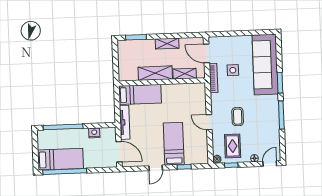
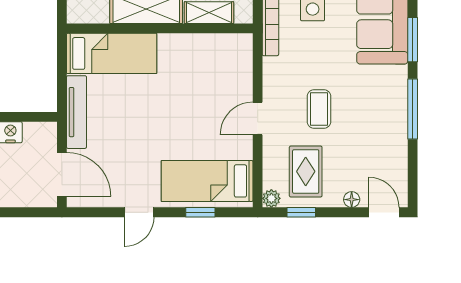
door: (209, 122) -> (258, 118), hinge flipped
bed: (174, 144) -> (207, 181), moved, turned -90
door: (270, 164) -> (384, 212), hinge flipped

